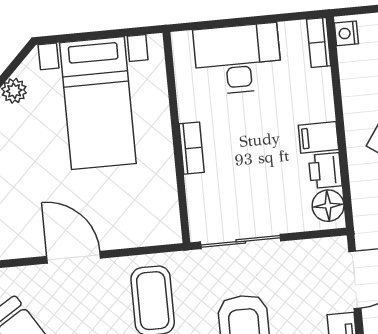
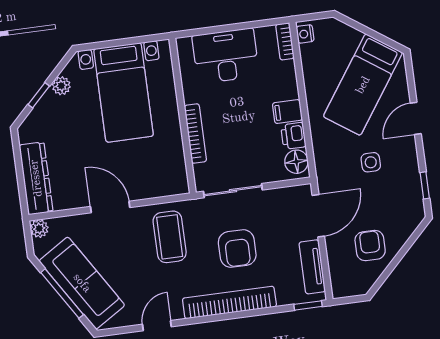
bookcase: (192, 148) -> (195, 134), width x1.56

